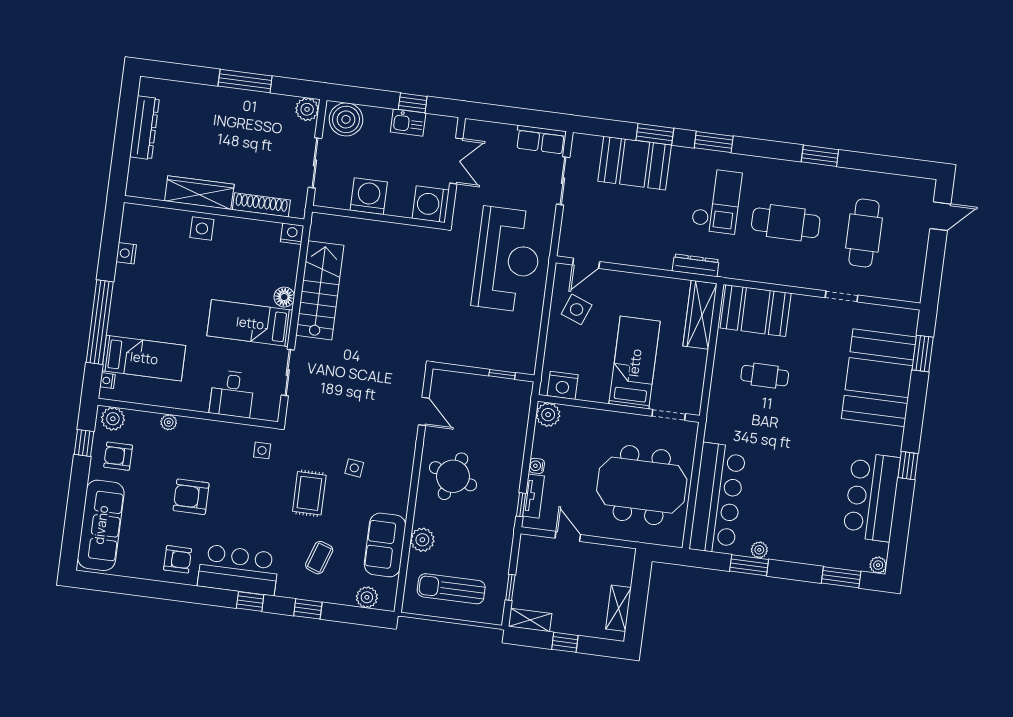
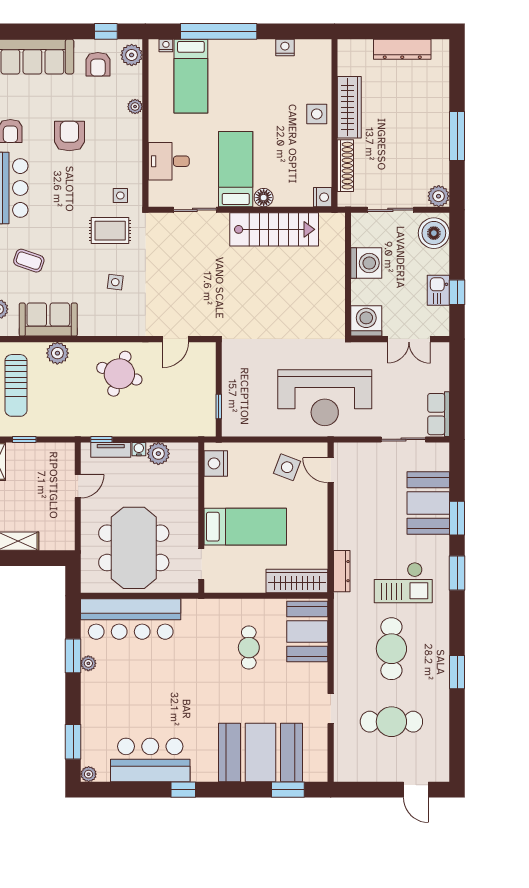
plant: (548, 415) -> (158, 454), moved
armchair: (118, 456) -> (98, 64), turned 180
rug: (309, 493) -> (110, 231), moved
sun lounger: (451, 589) -> (16, 385), turned 180

